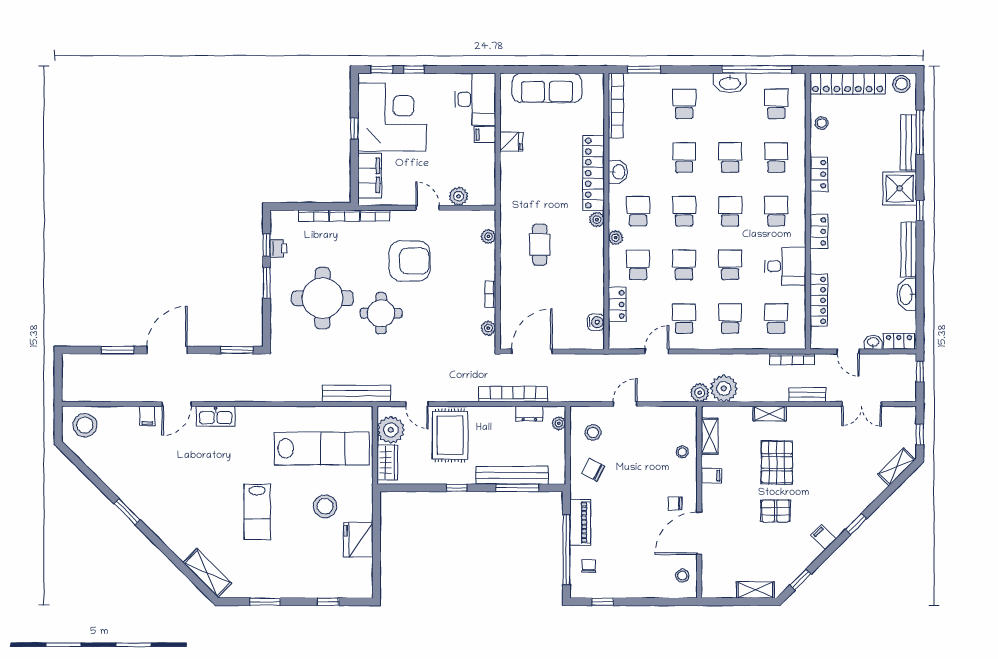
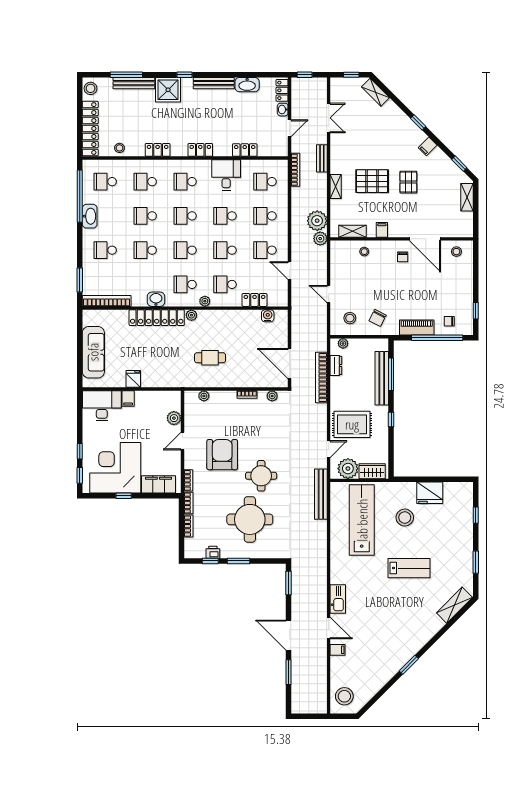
locker: (819, 300) -> (245, 150), width x0.66

